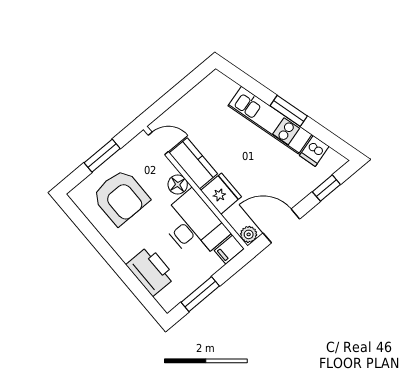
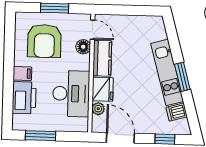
floor lamp: (178, 185) -> (83, 47), moved
plant: (249, 234) -> (98, 109), moved
filing cabinet: (229, 249) -> (22, 73), moved, turned 180

